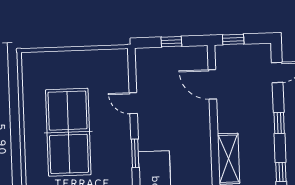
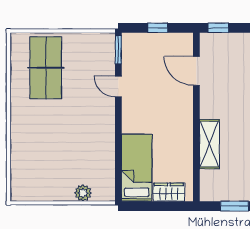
table tennis table: (68, 132) -> (46, 68), moved, width x0.73, depth x0.76
window: (135, 153) -> (118, 50), moved

